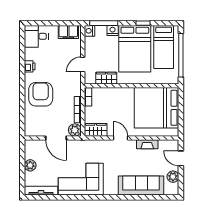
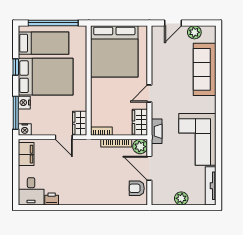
printer: (30, 66) -> (52, 199), moved
wardrobe: (106, 78) -> (80, 123), moved
armchair: (41, 94) -> (137, 188), moved, width x0.53, depth x0.53
door: (56, 138) -> (149, 168), swing flipped
fireplace: (147, 144) -> (157, 131), moved

